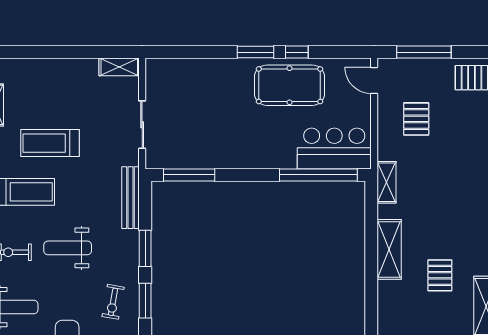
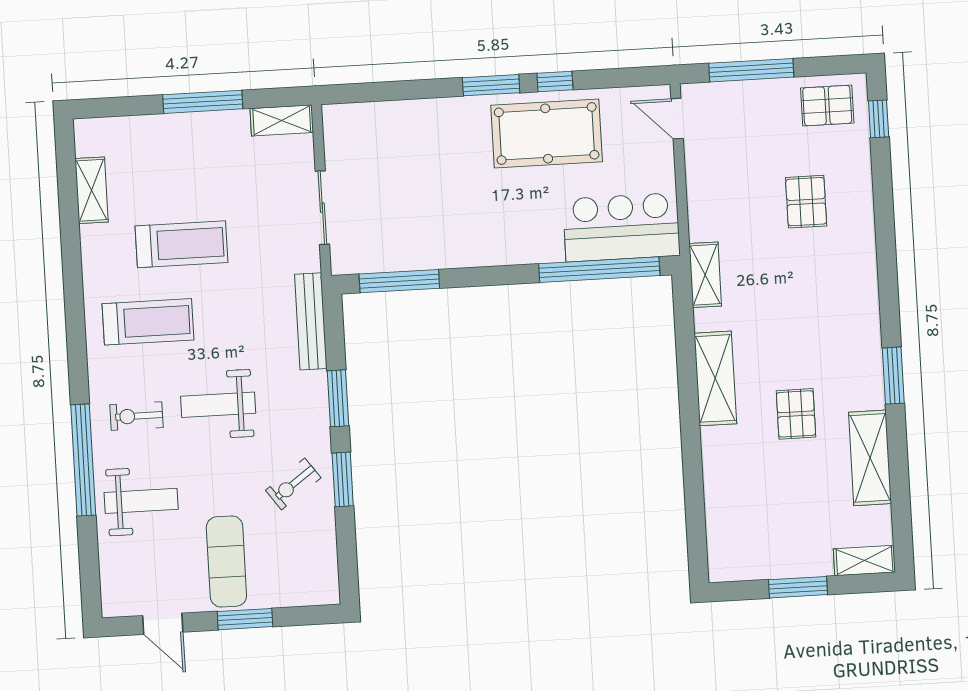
window: (69, 52) -> (203, 102), added
pallet: (416, 119) -> (806, 202), moved
treadmill: (50, 143) -> (182, 244), turned 180
exercise bike: (113, 302) -> (293, 484), turned 44

